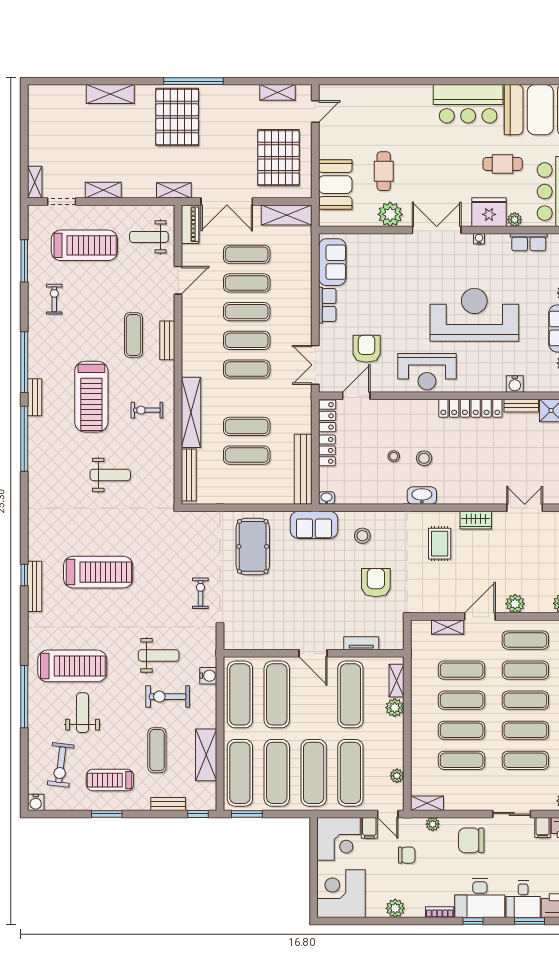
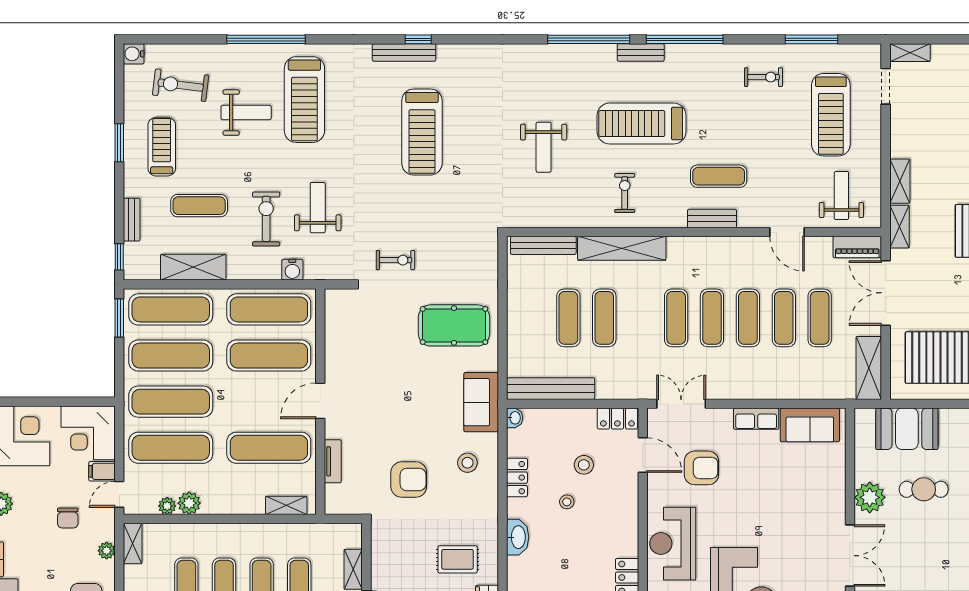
shelving: (103, 190) -> (900, 181), moved
locker: (327, 450) -> (517, 478), moved, turned -90
stool: (424, 458) -> (584, 465), moved
weight bench: (159, 655) -> (318, 208), turned 180
plant: (395, 708) -> (189, 503), moved

